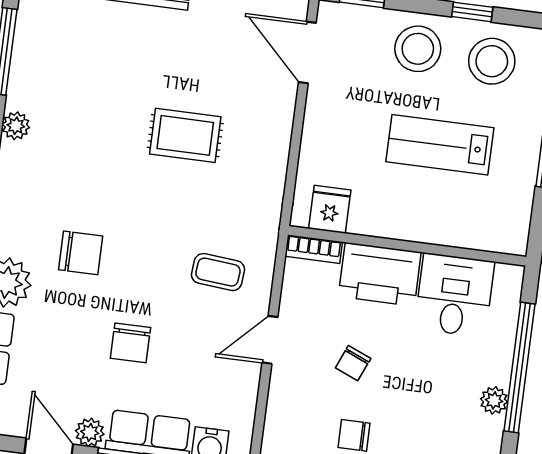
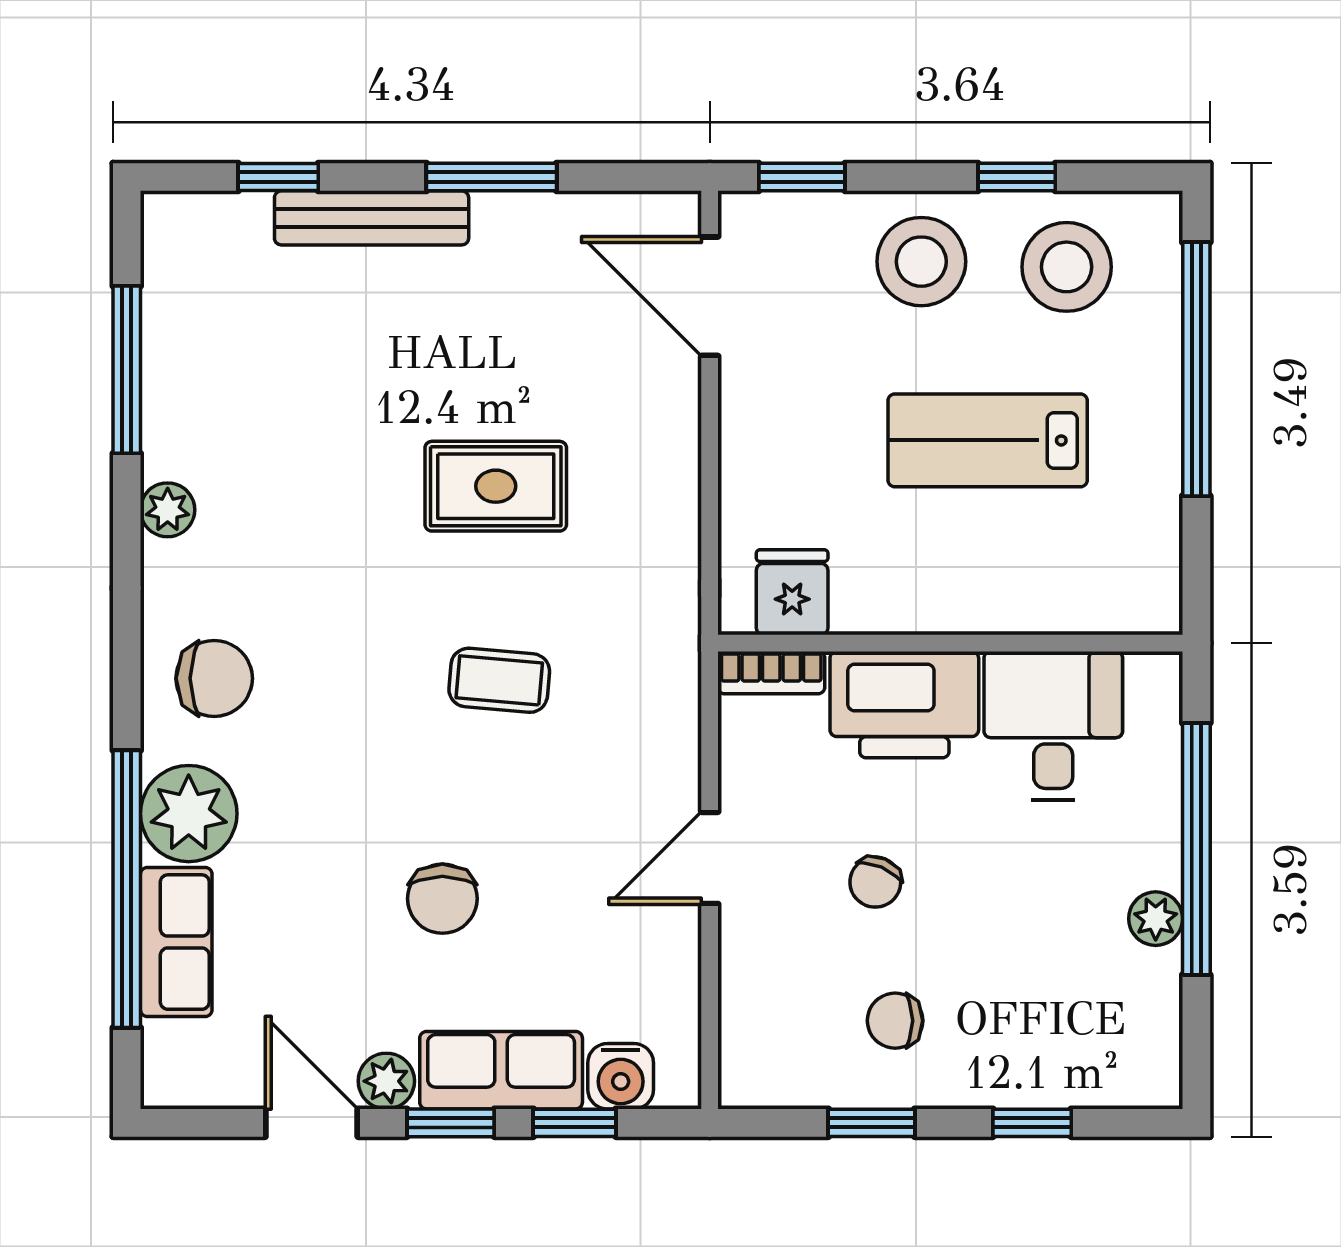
chair: (81, 253) -> (214, 678), moved
coffee table: (218, 272) -> (499, 680), moved

